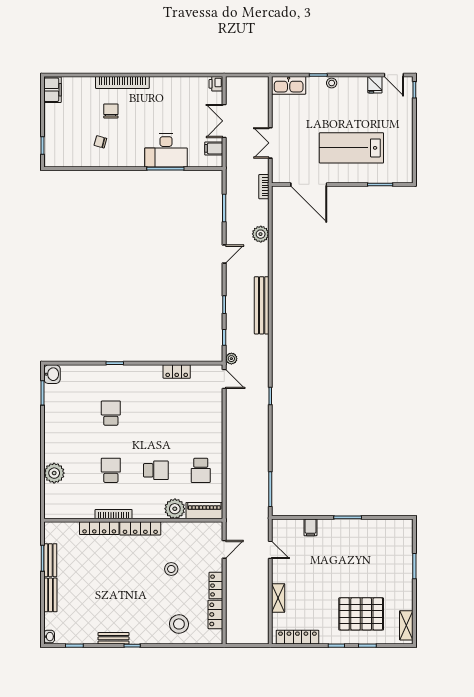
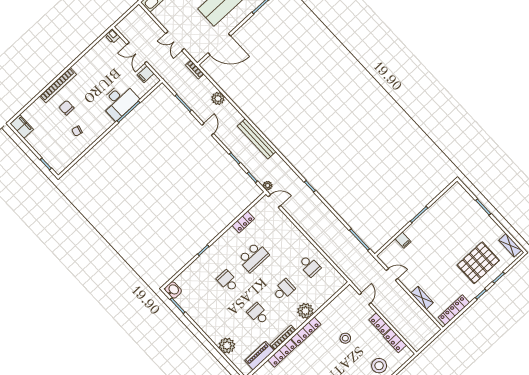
school desk: (156, 413) -> (253, 257), added
plant: (175, 509) -> (305, 311), moved
piano: (204, 511) -> (259, 356), moved

